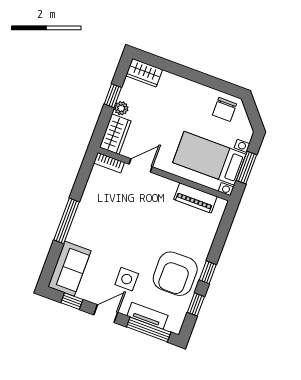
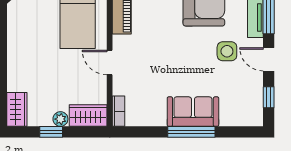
chair: (225, 109) -> (24, 17), removed
door: (141, 165) -> (110, 63), moved
sofa: (69, 269) -> (193, 112), moved

